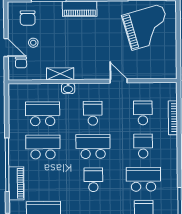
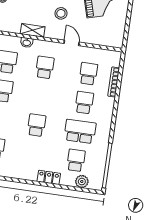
stool: (102, 50) -> (61, 13), added
shelving: (60, 74) -> (33, 30), moved
school desk: (93, 147) -> (41, 96), removed

